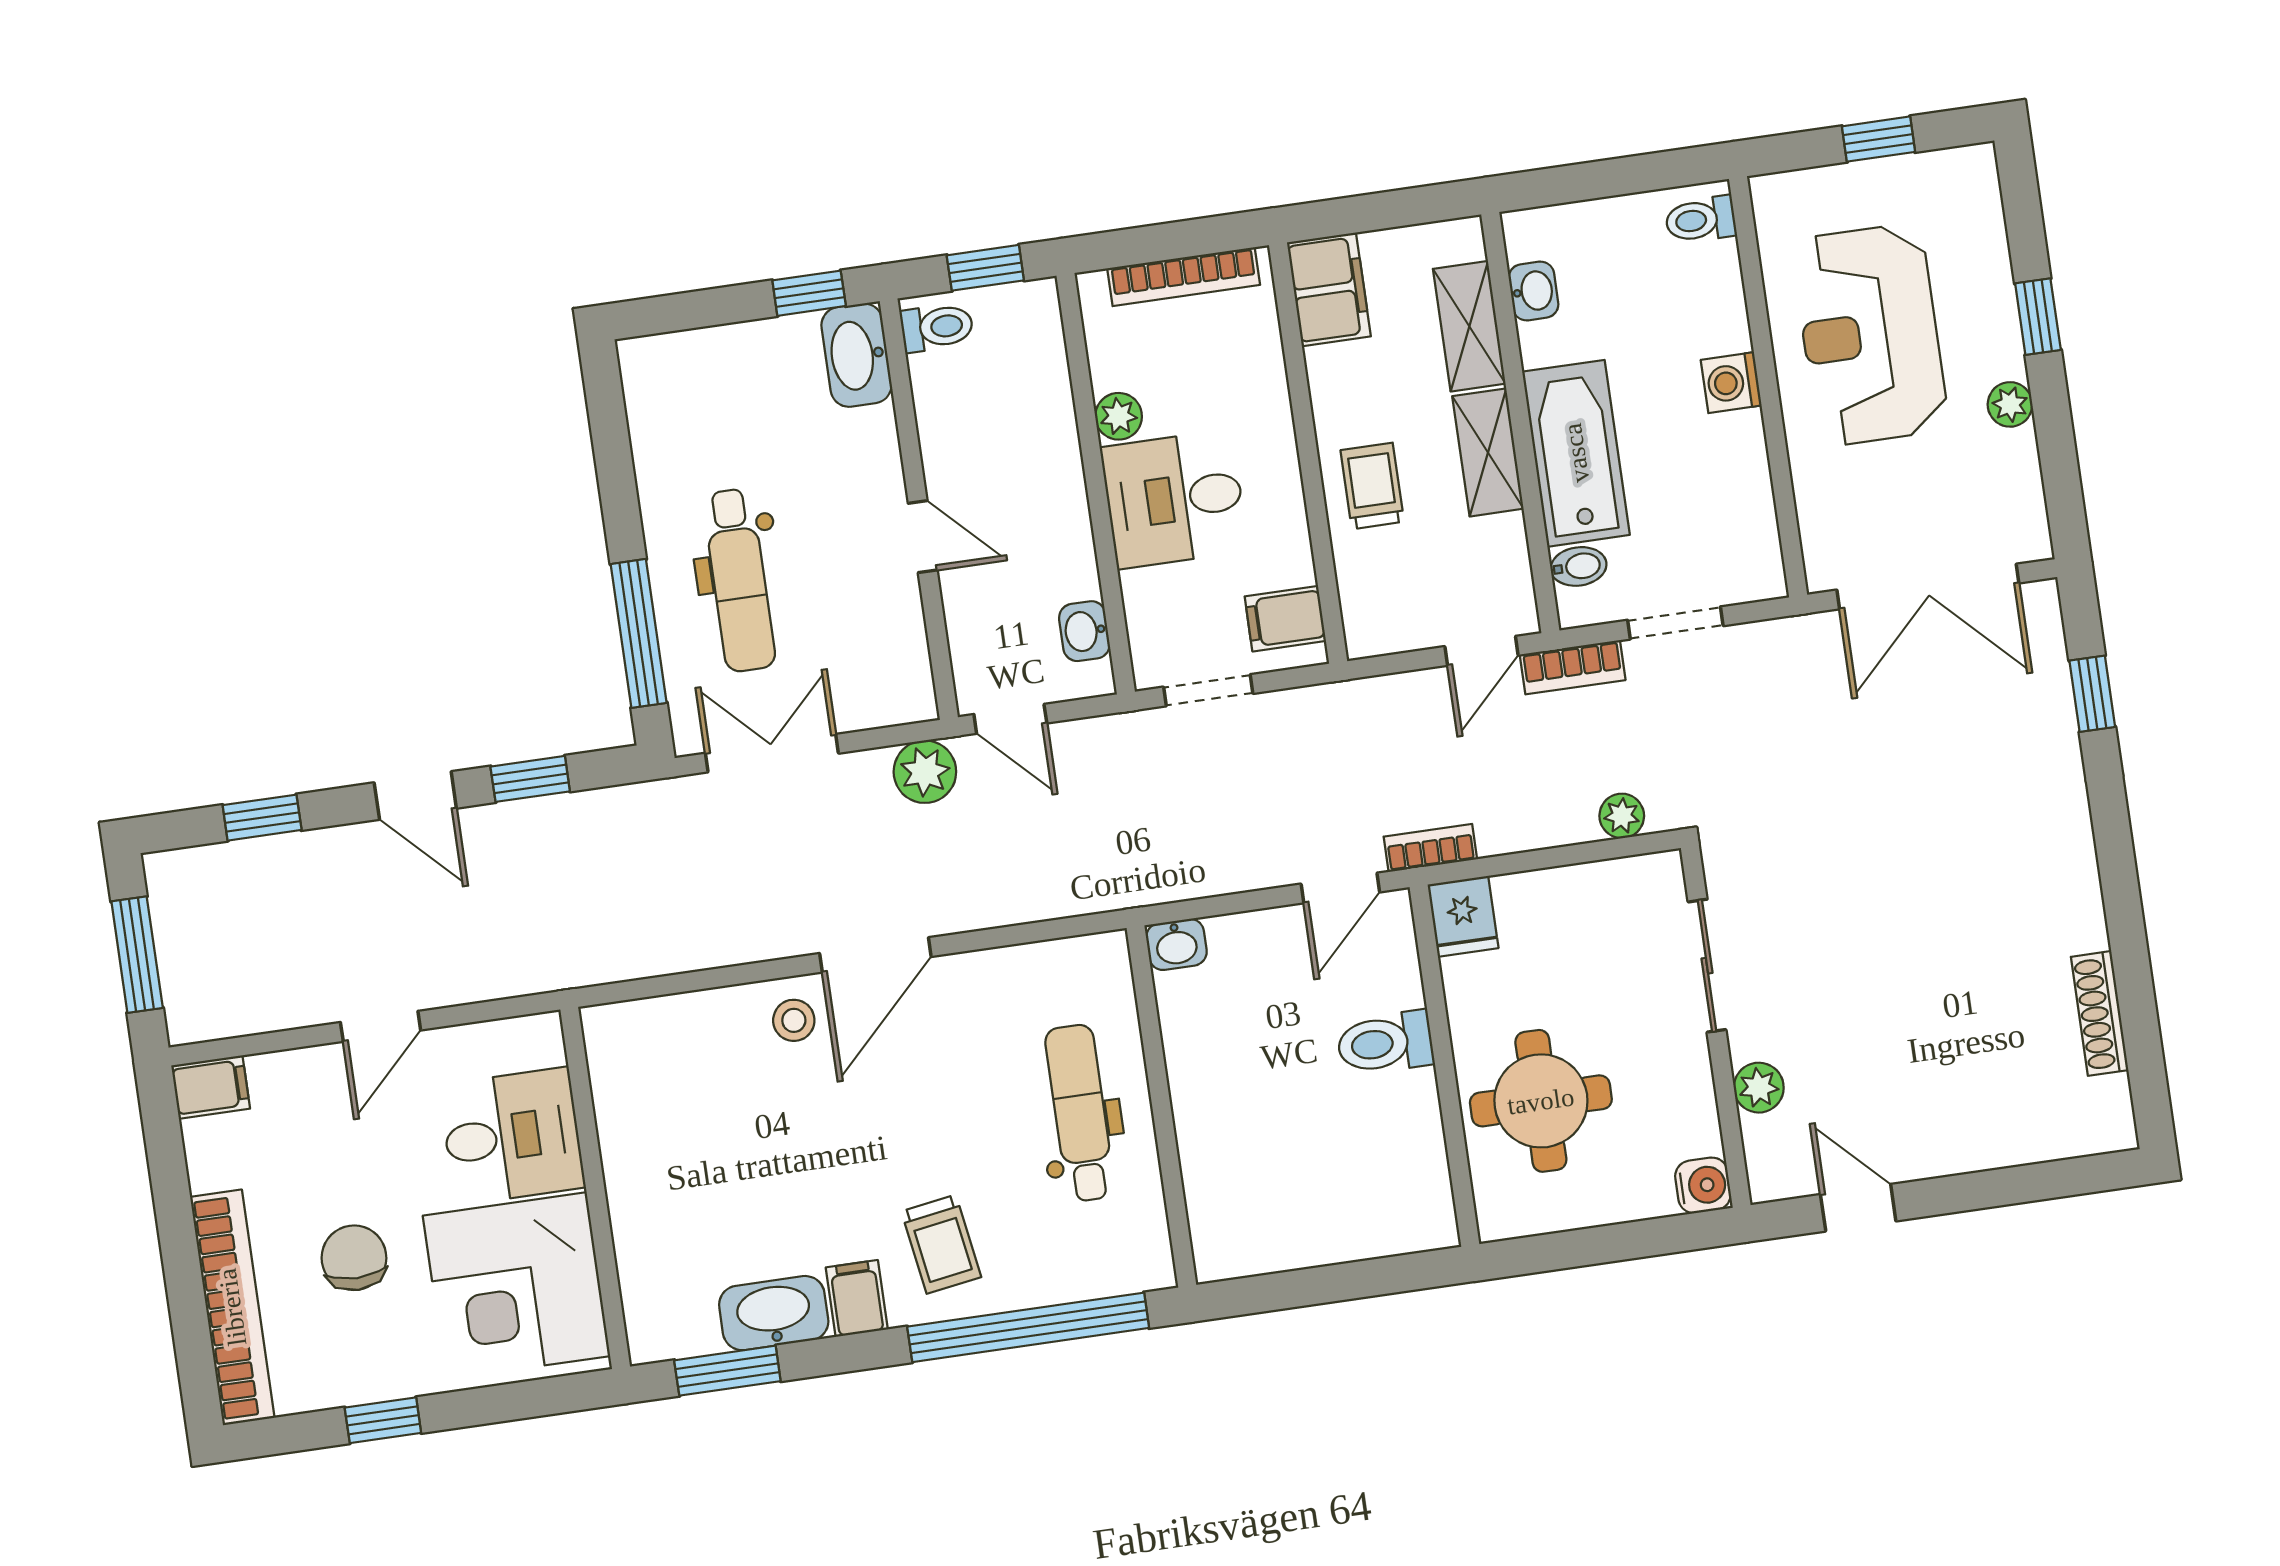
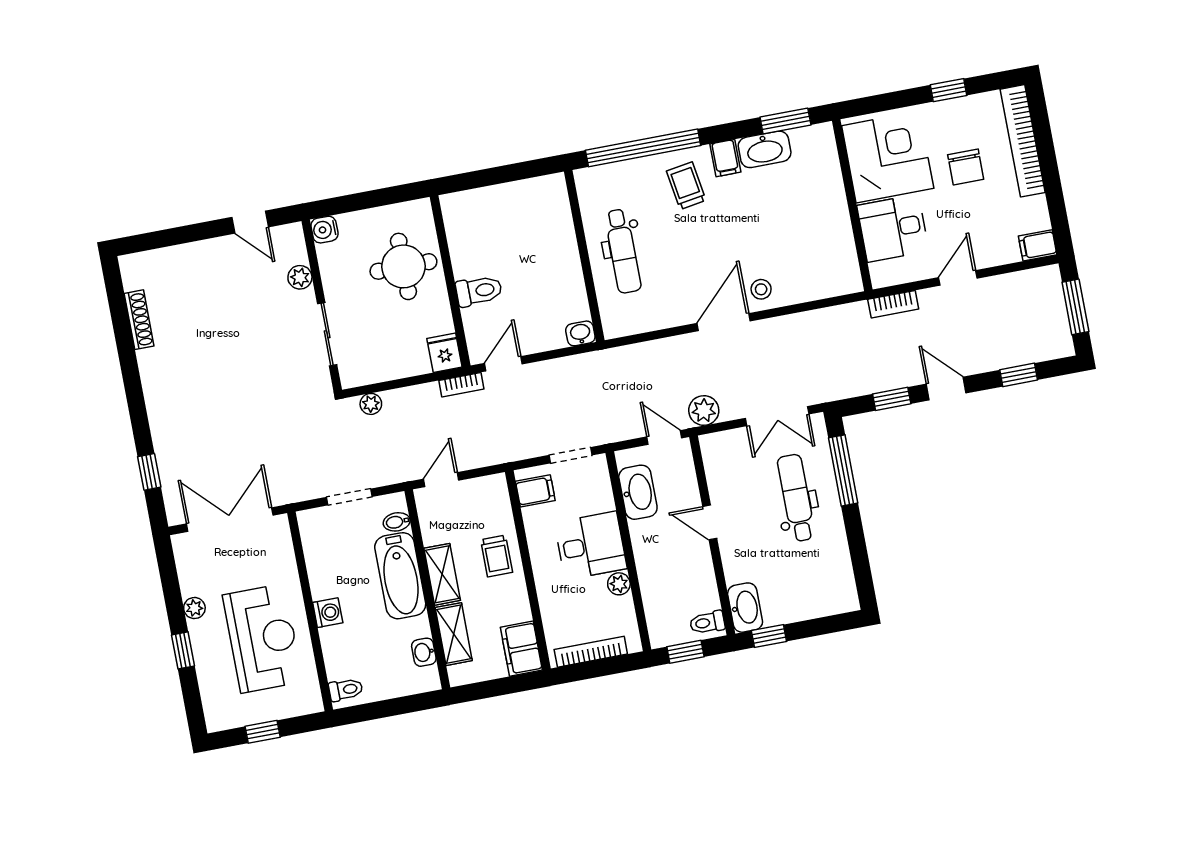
washbasin: (1084, 631) -> (638, 492), width x1.91, depth x1.45
bookcase: (1573, 667) -> (893, 304), moved, turned 180

